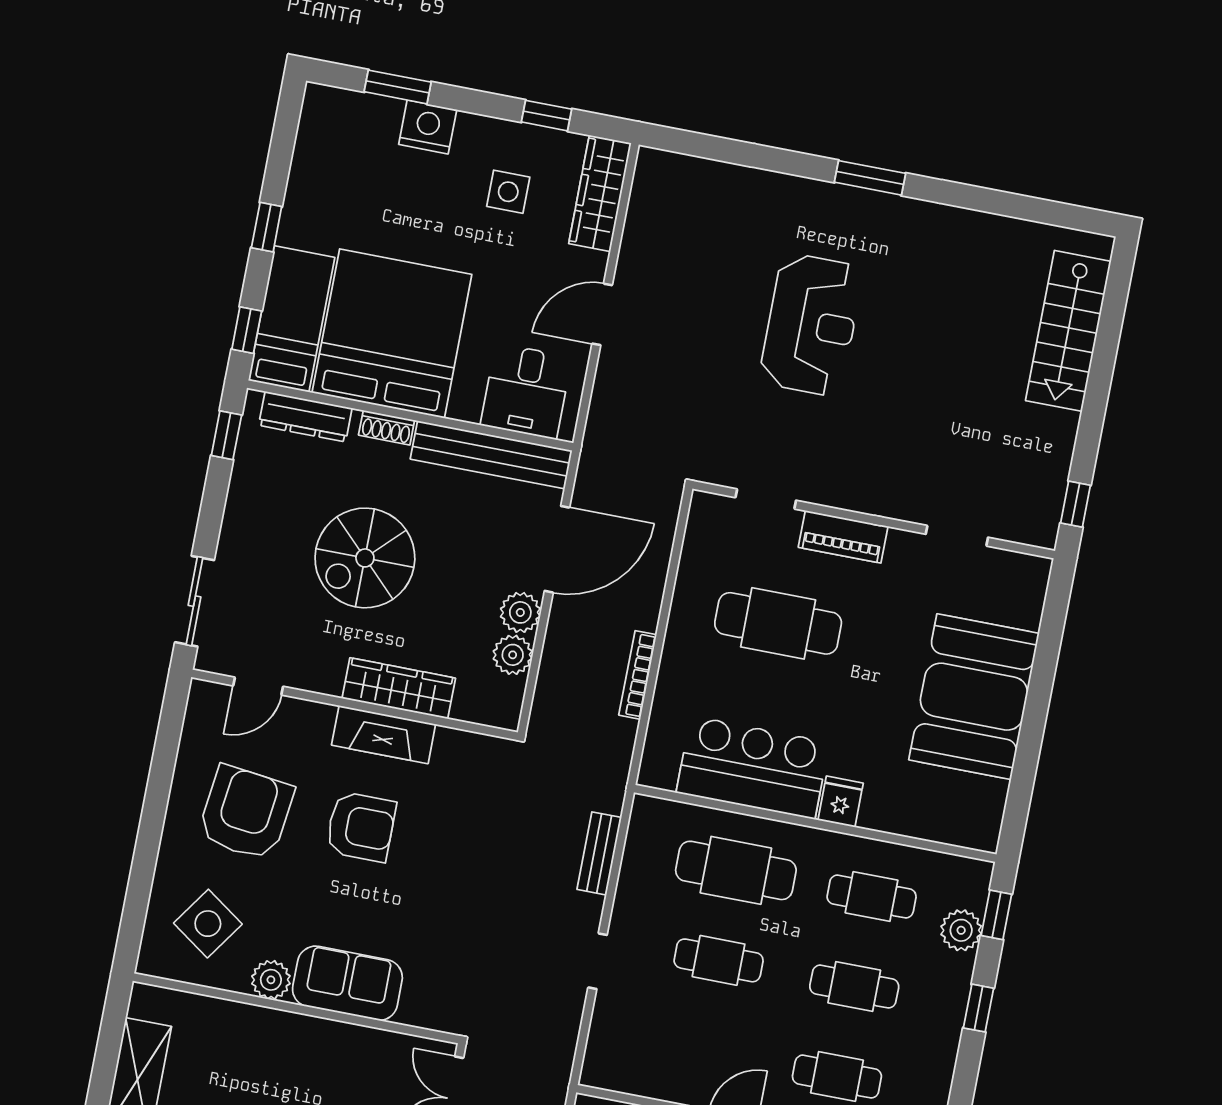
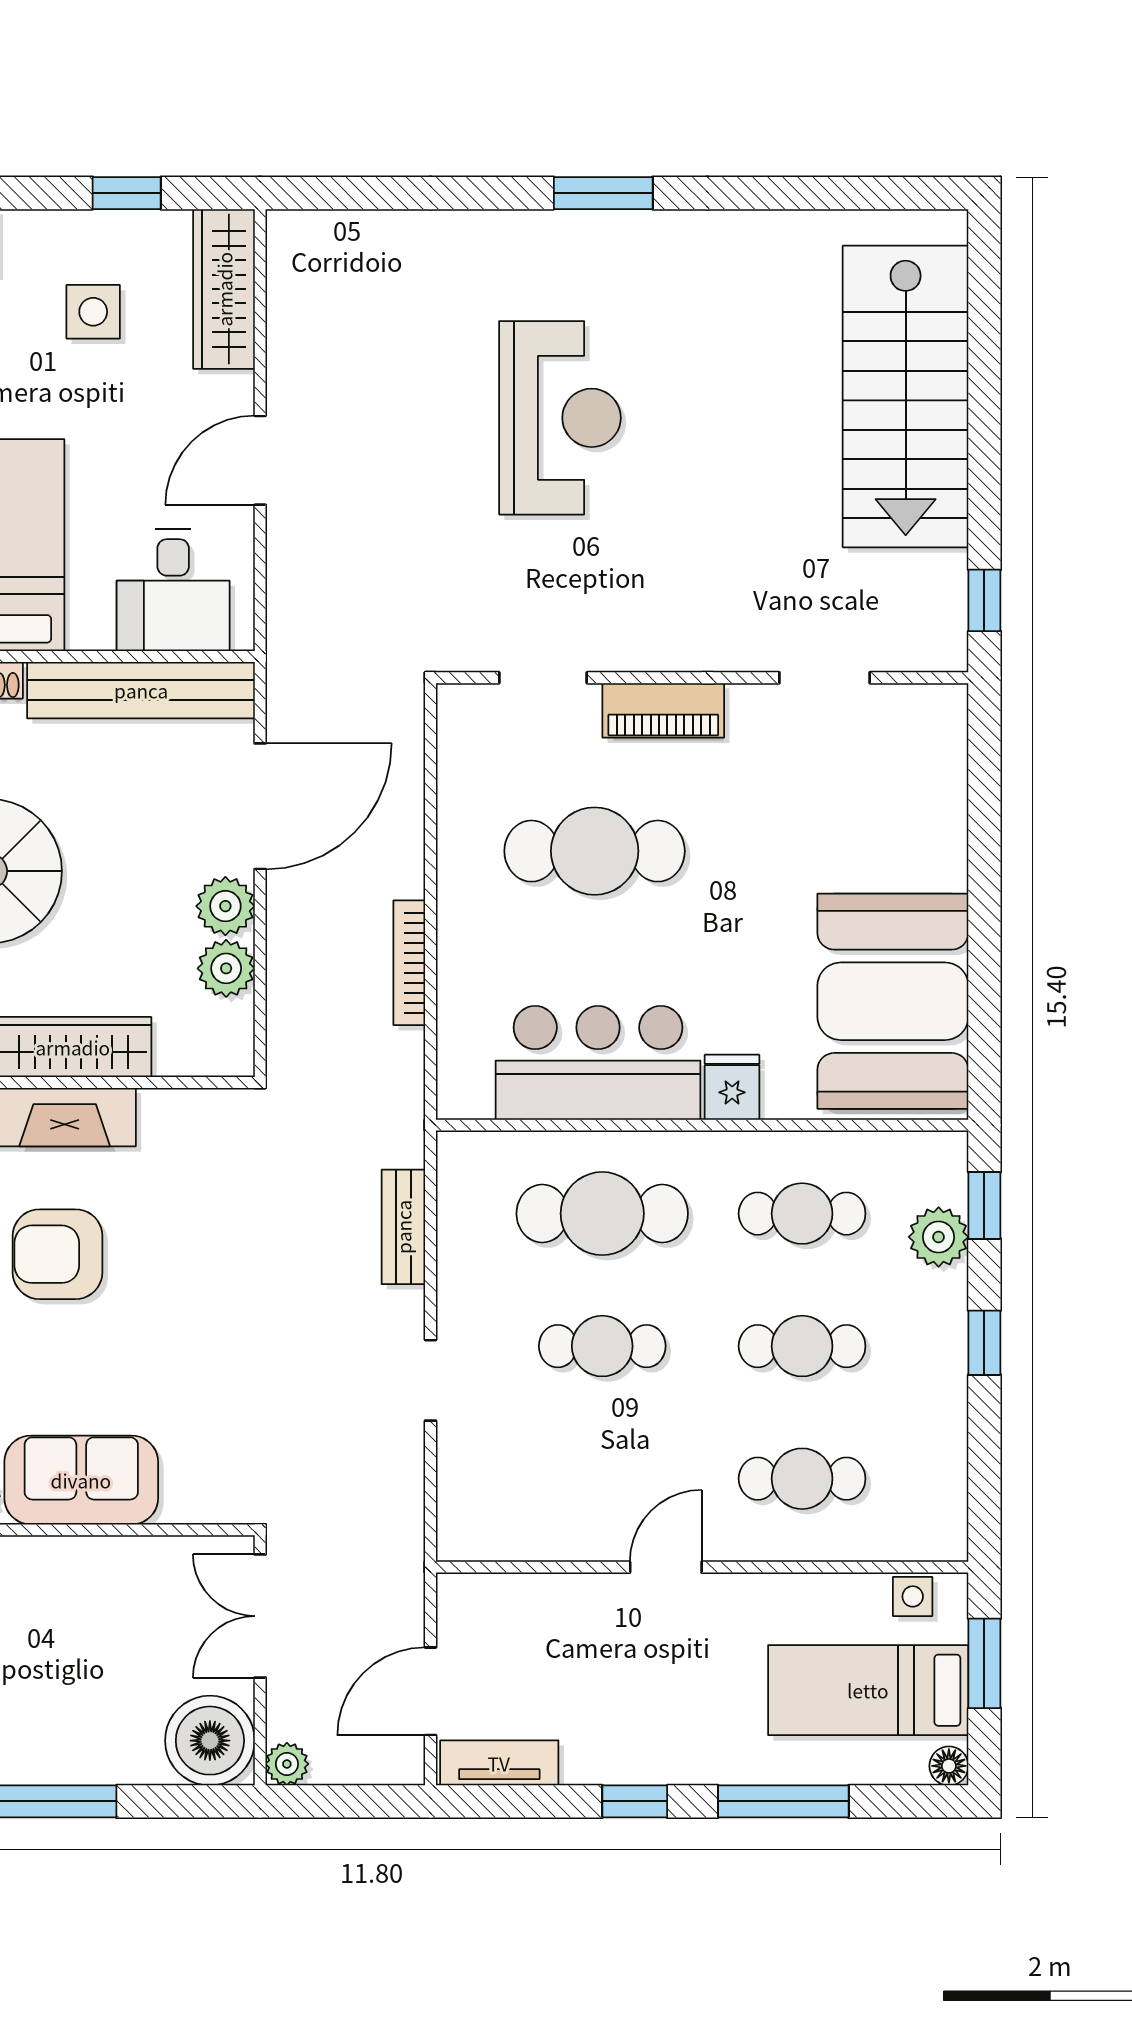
stairs: (1068, 331) -> (906, 397), width x1.36, depth x1.51
booth: (974, 697) -> (893, 1001), moved
armchair: (361, 827) -> (58, 1254), turned 180

